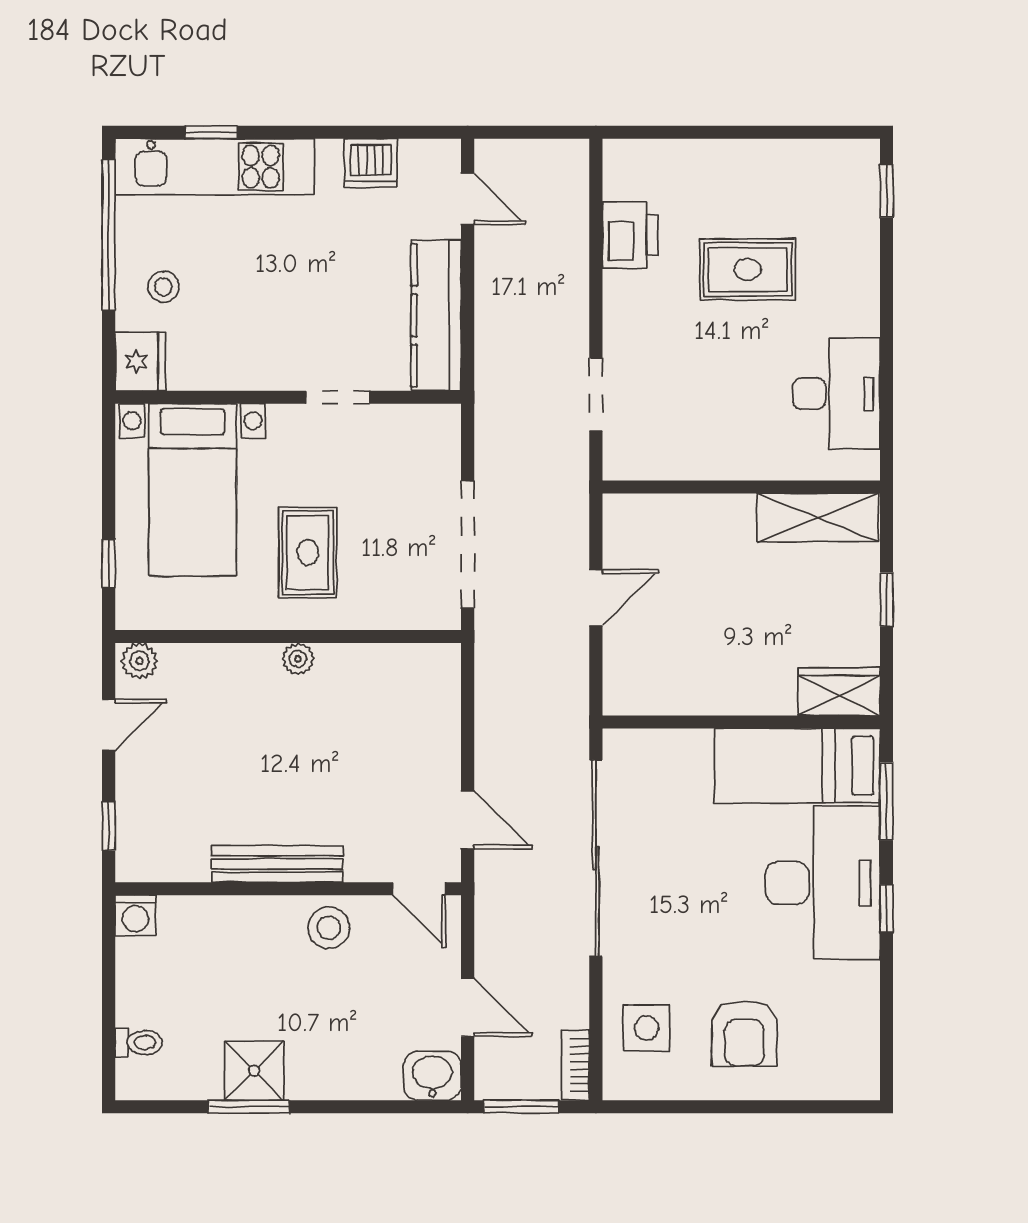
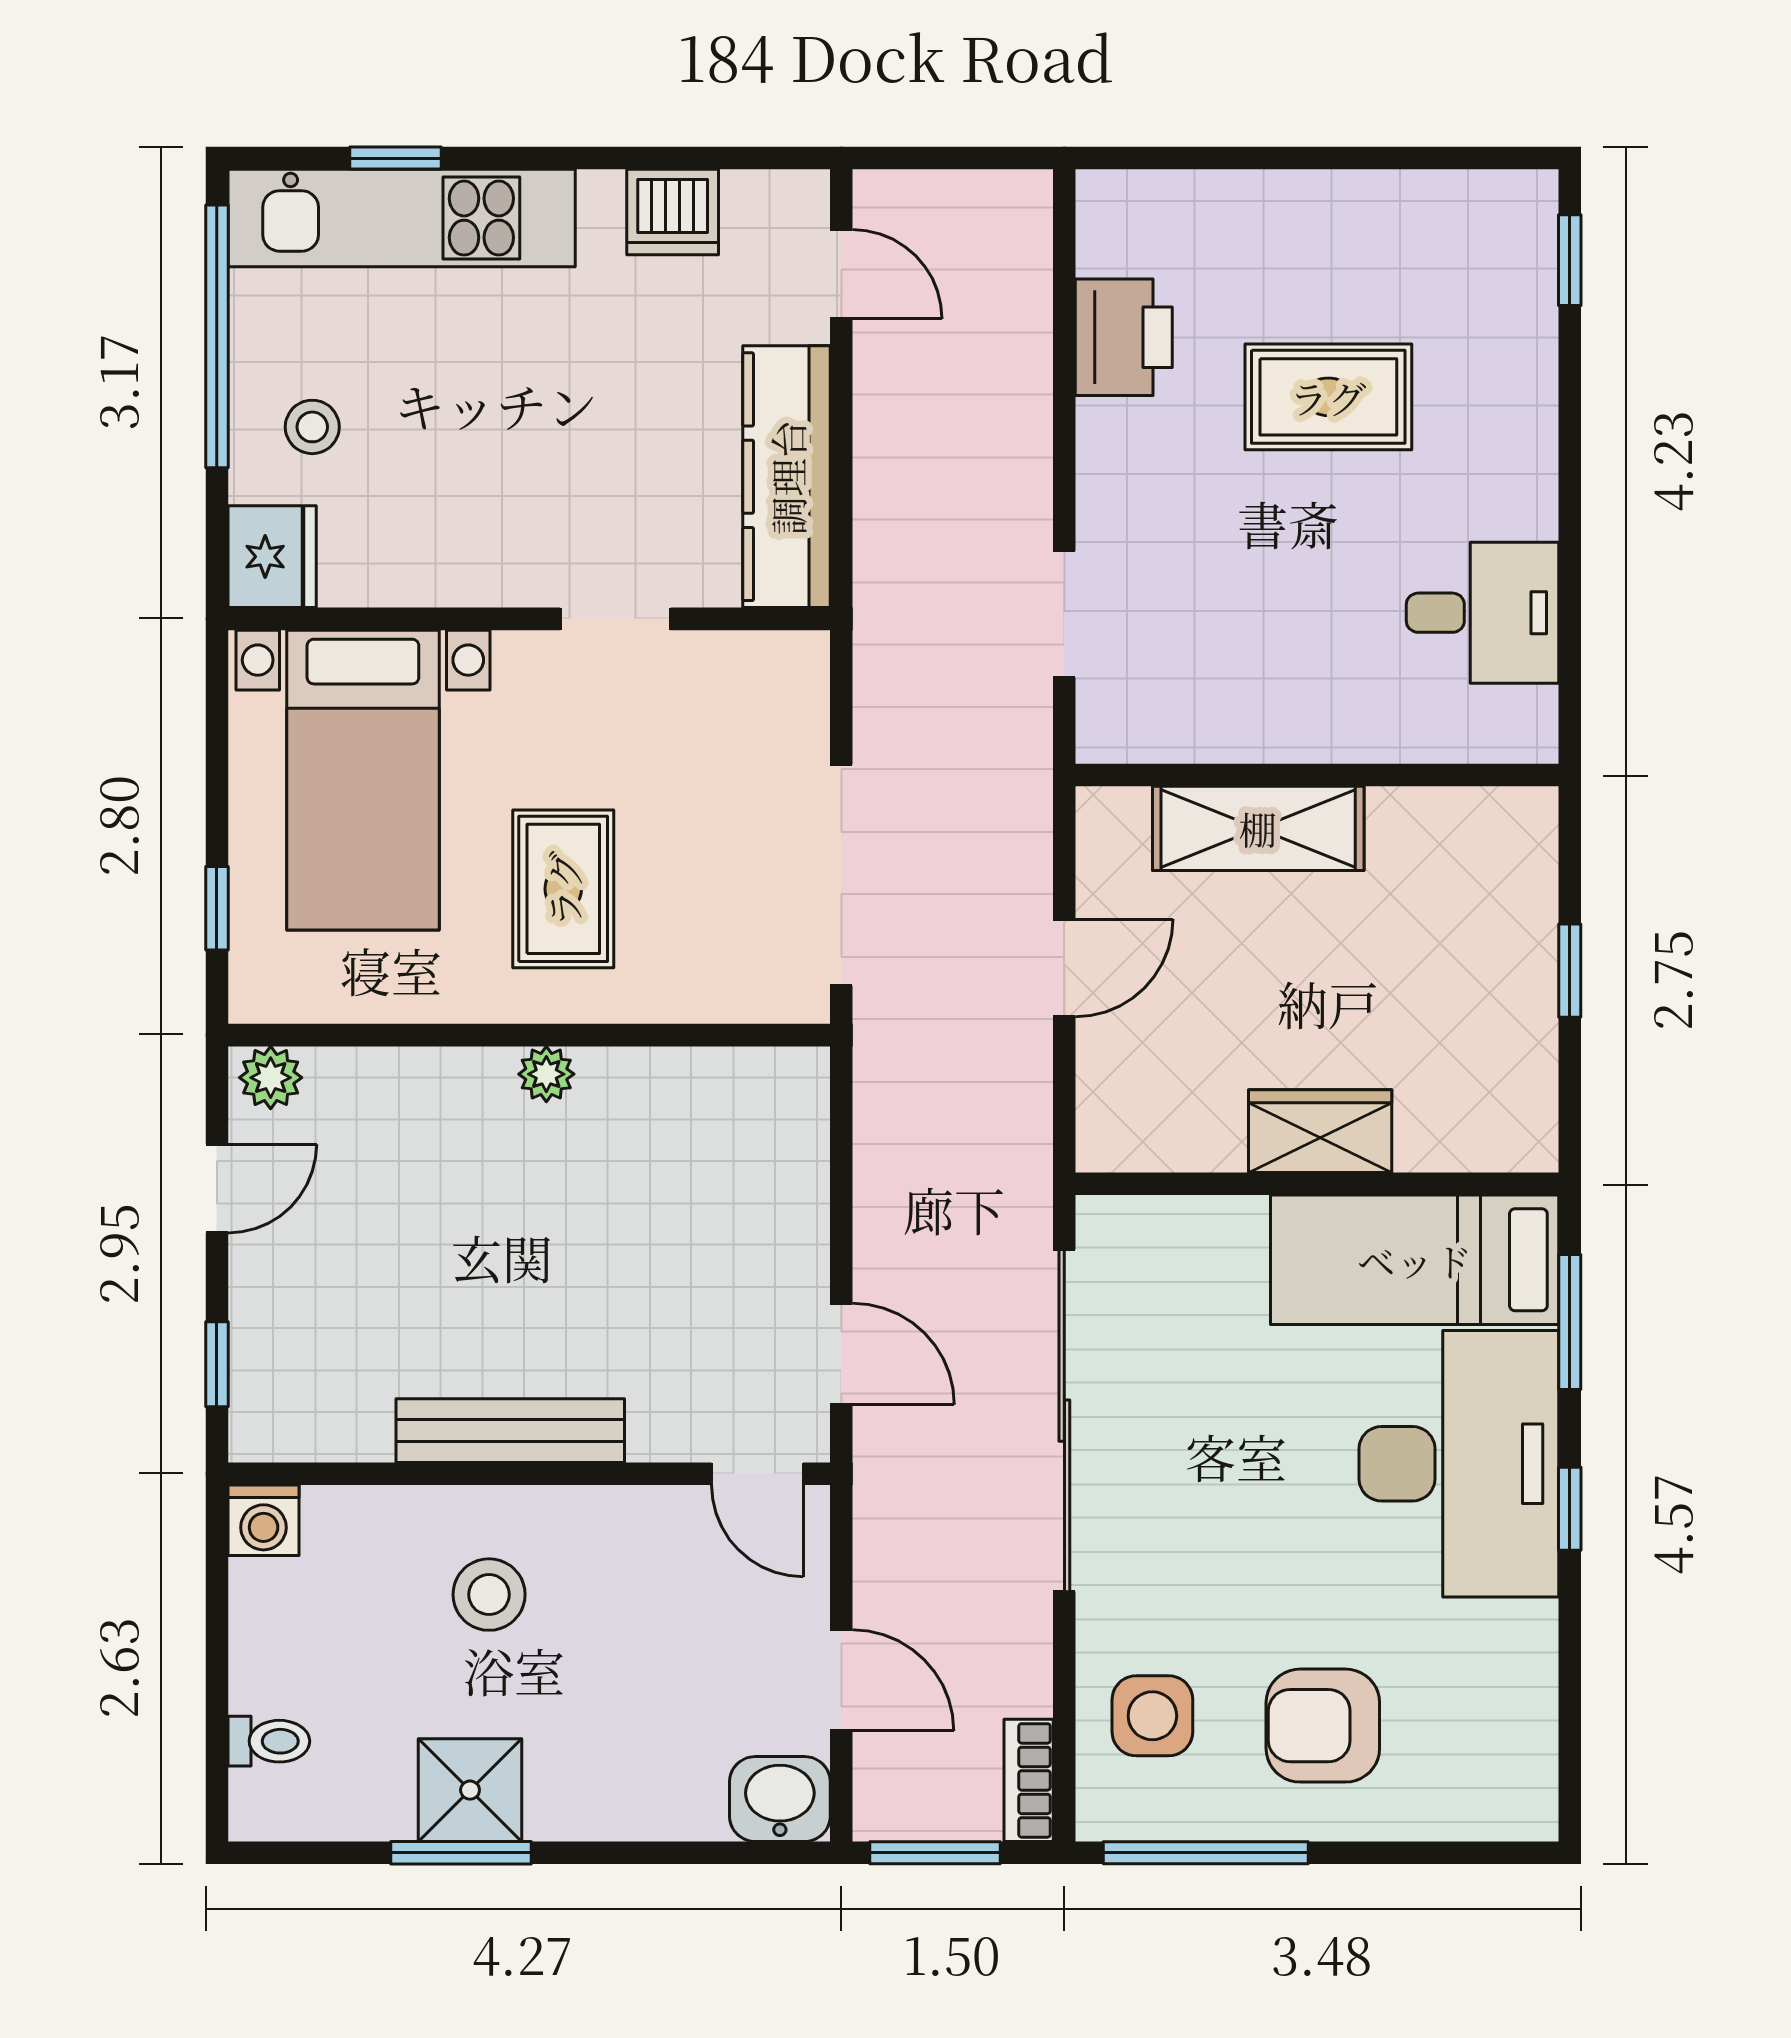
desk: (836, 394) -> (1483, 613), width x0.73
shelving: (818, 518) -> (1258, 828), moved
wardrobe: (839, 692) -> (1320, 1131), moved
stool: (329, 928) -> (489, 1595), moved
armchair: (744, 1034) -> (1323, 1726), turned 90
window: (677, 1107) -> (1206, 1853), added

